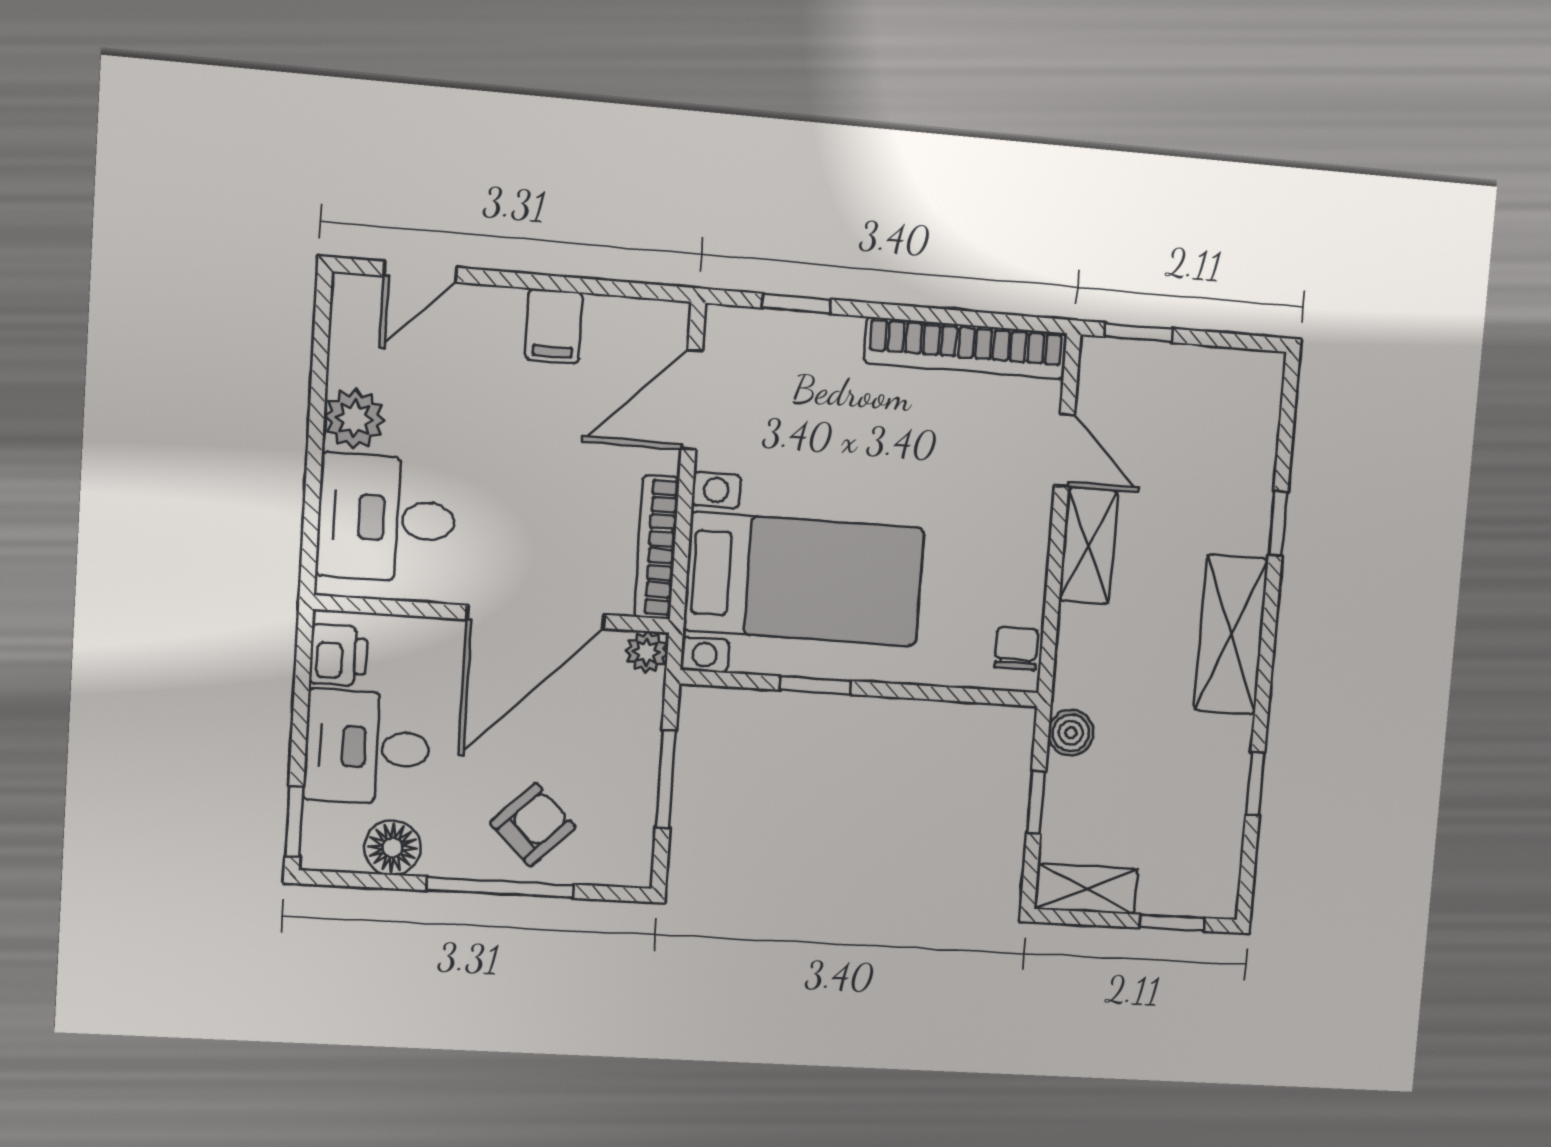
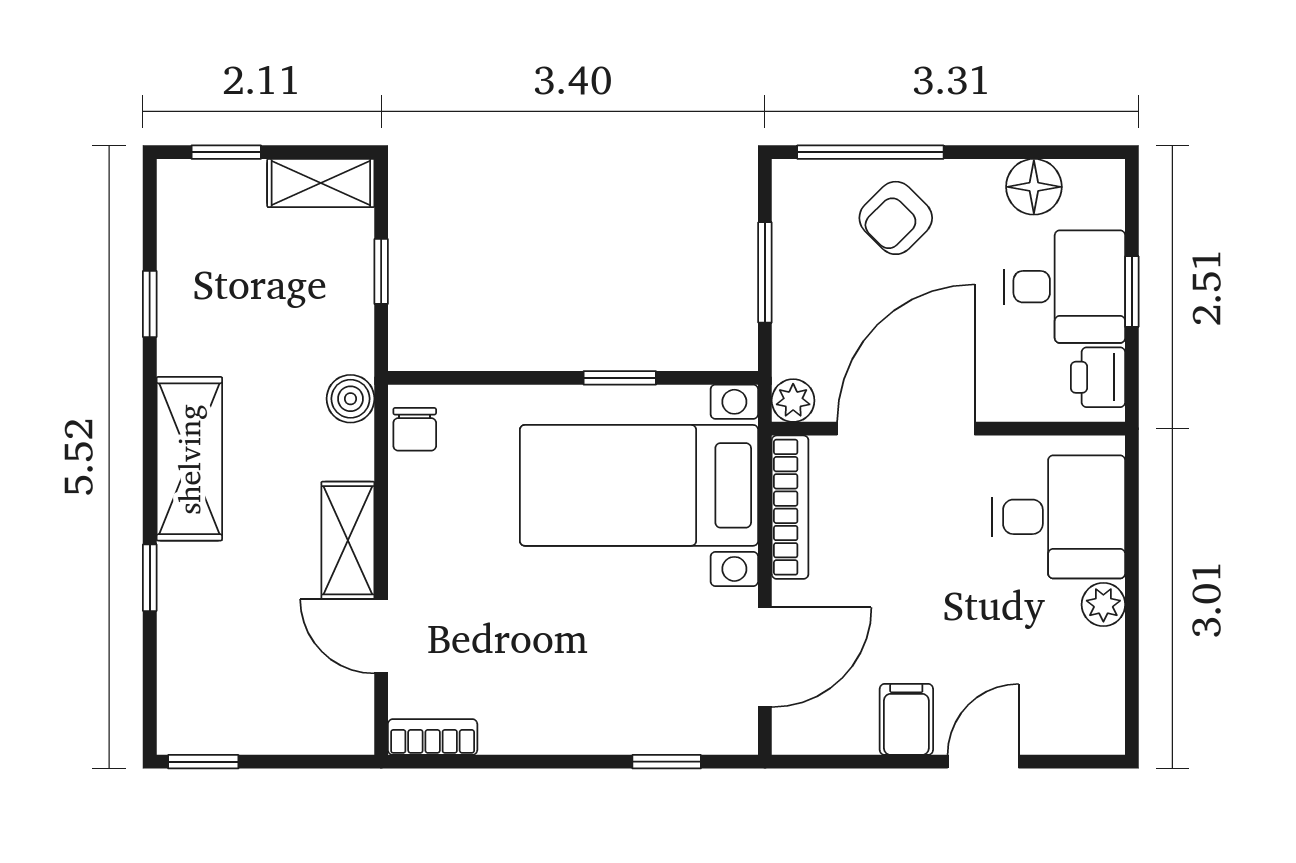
door: (420, 272) -> (983, 762), moved
window: (1138, 333) -> (203, 762), moved
bookcase: (966, 348) -> (433, 737), width x0.43, depth x0.76
plant: (355, 419) -> (1103, 605), width x0.73, depth x0.73
boiler: (1071, 733) -> (351, 399), moved
window: (294, 822) -> (1132, 292), moved
window: (500, 887) -> (870, 152), moved

